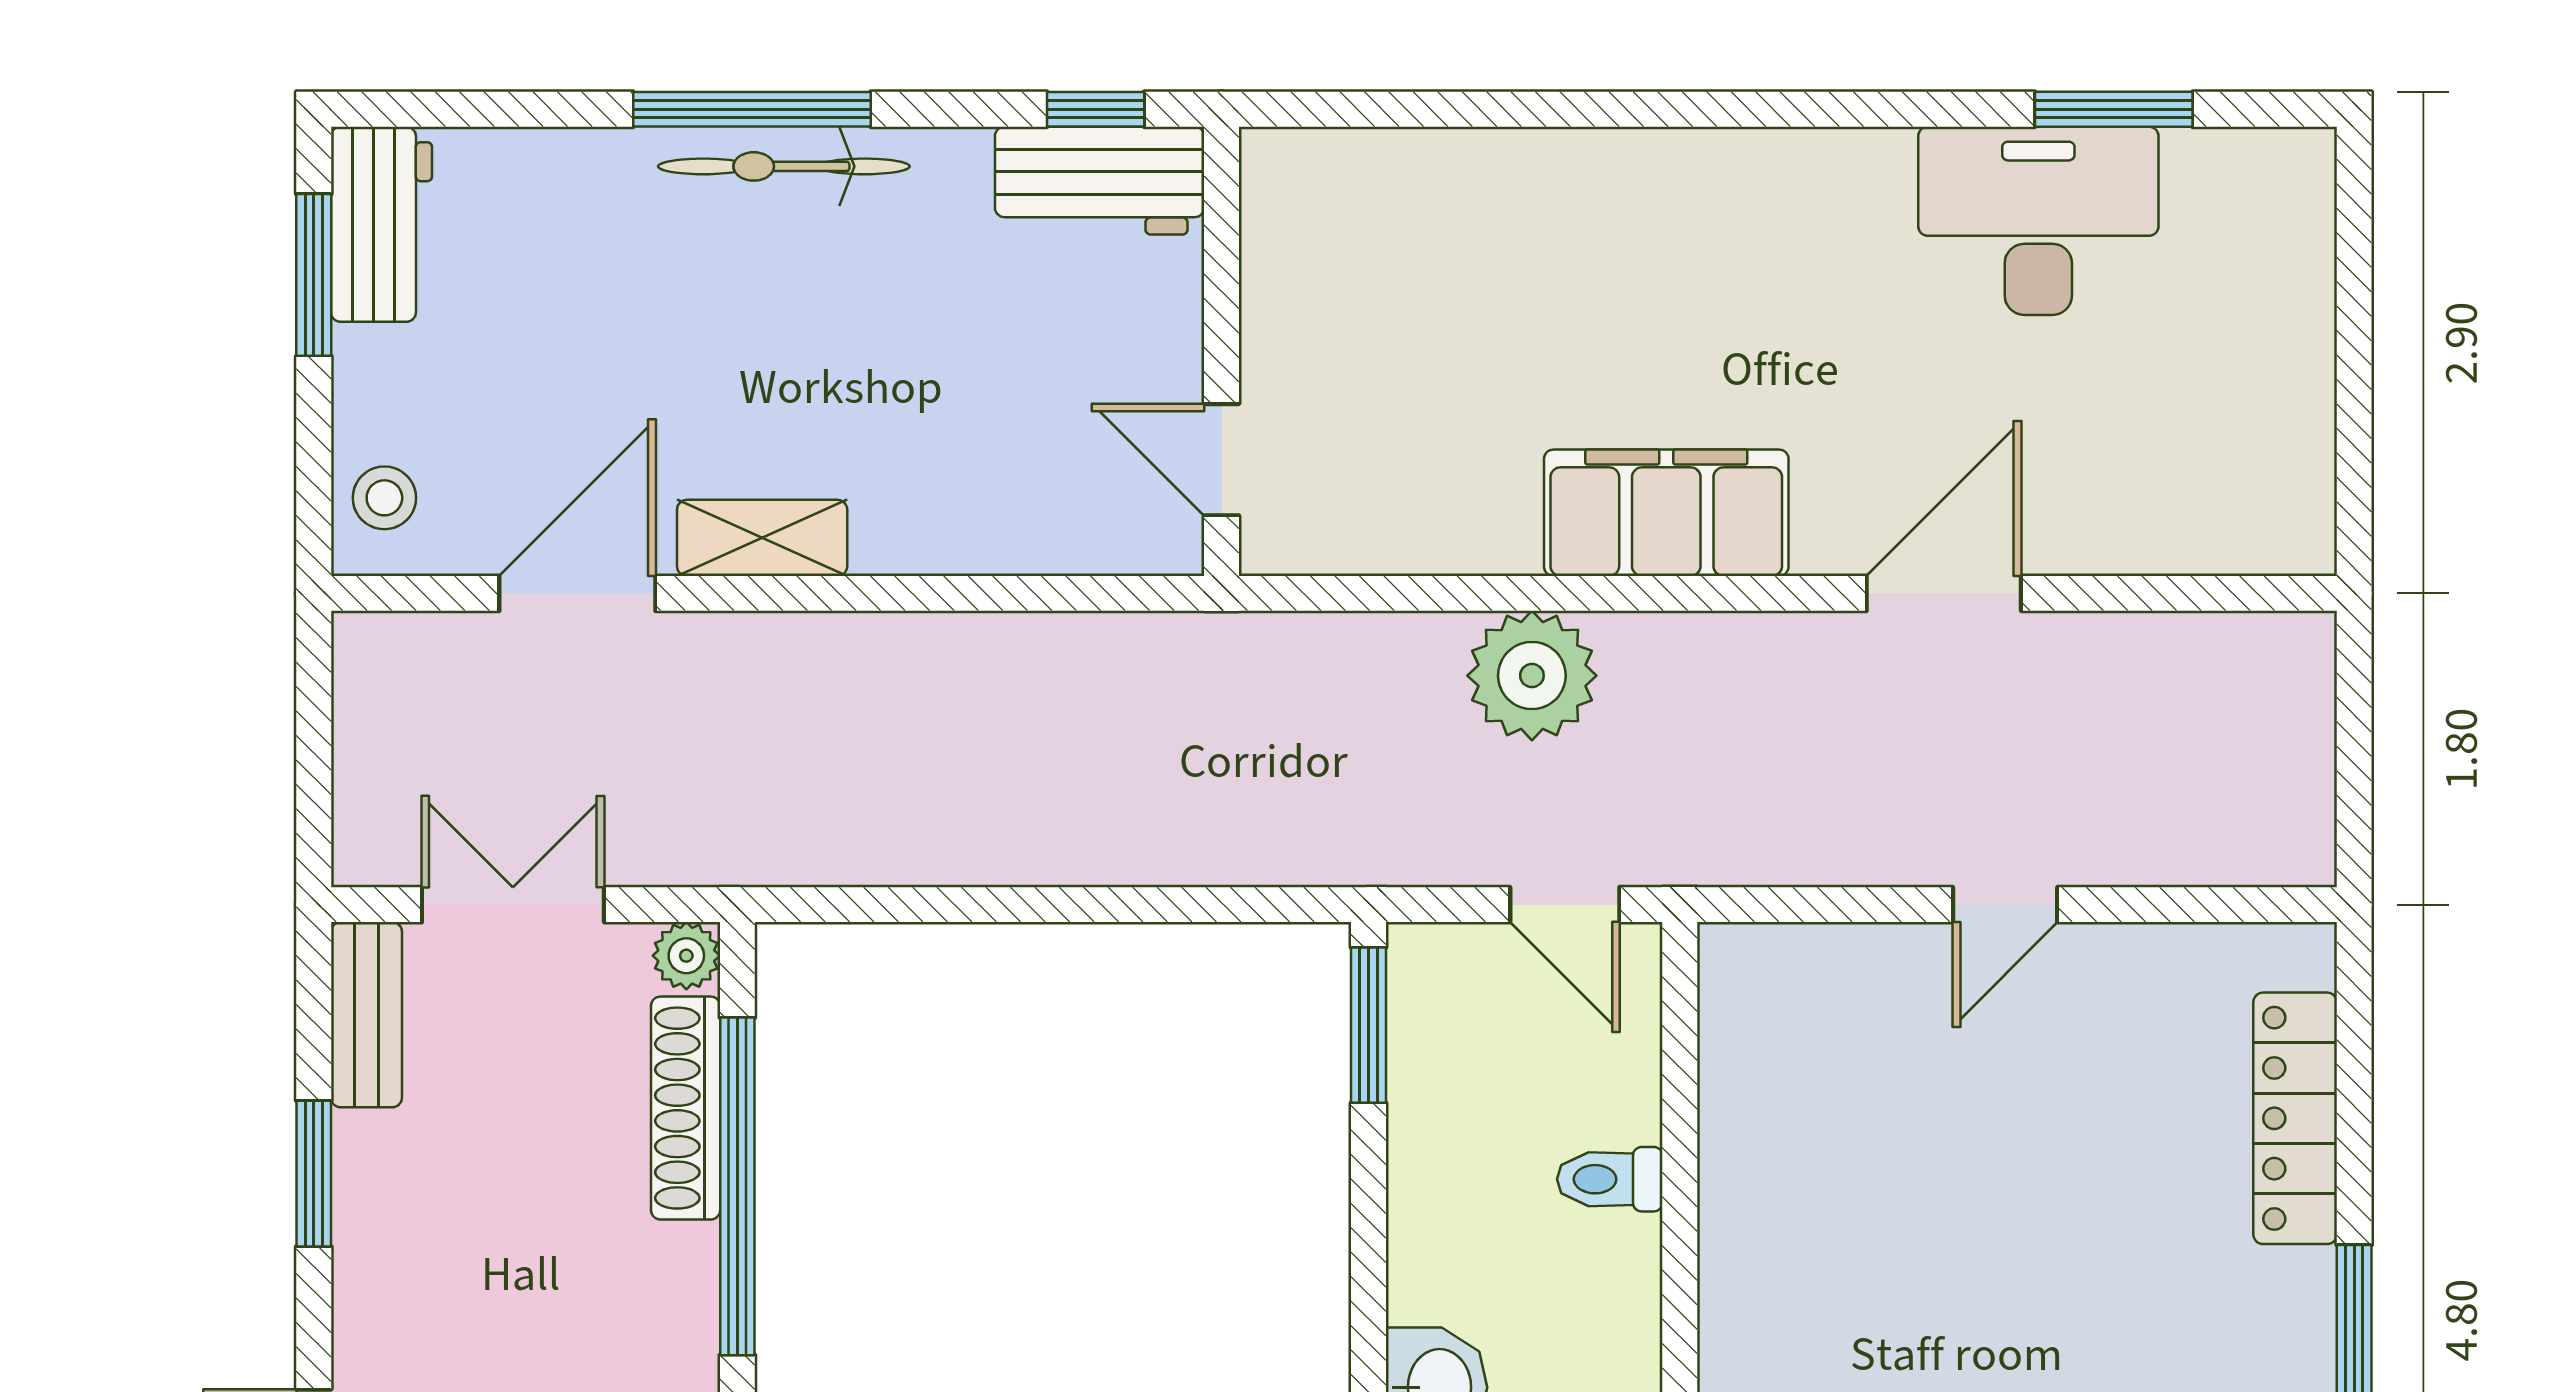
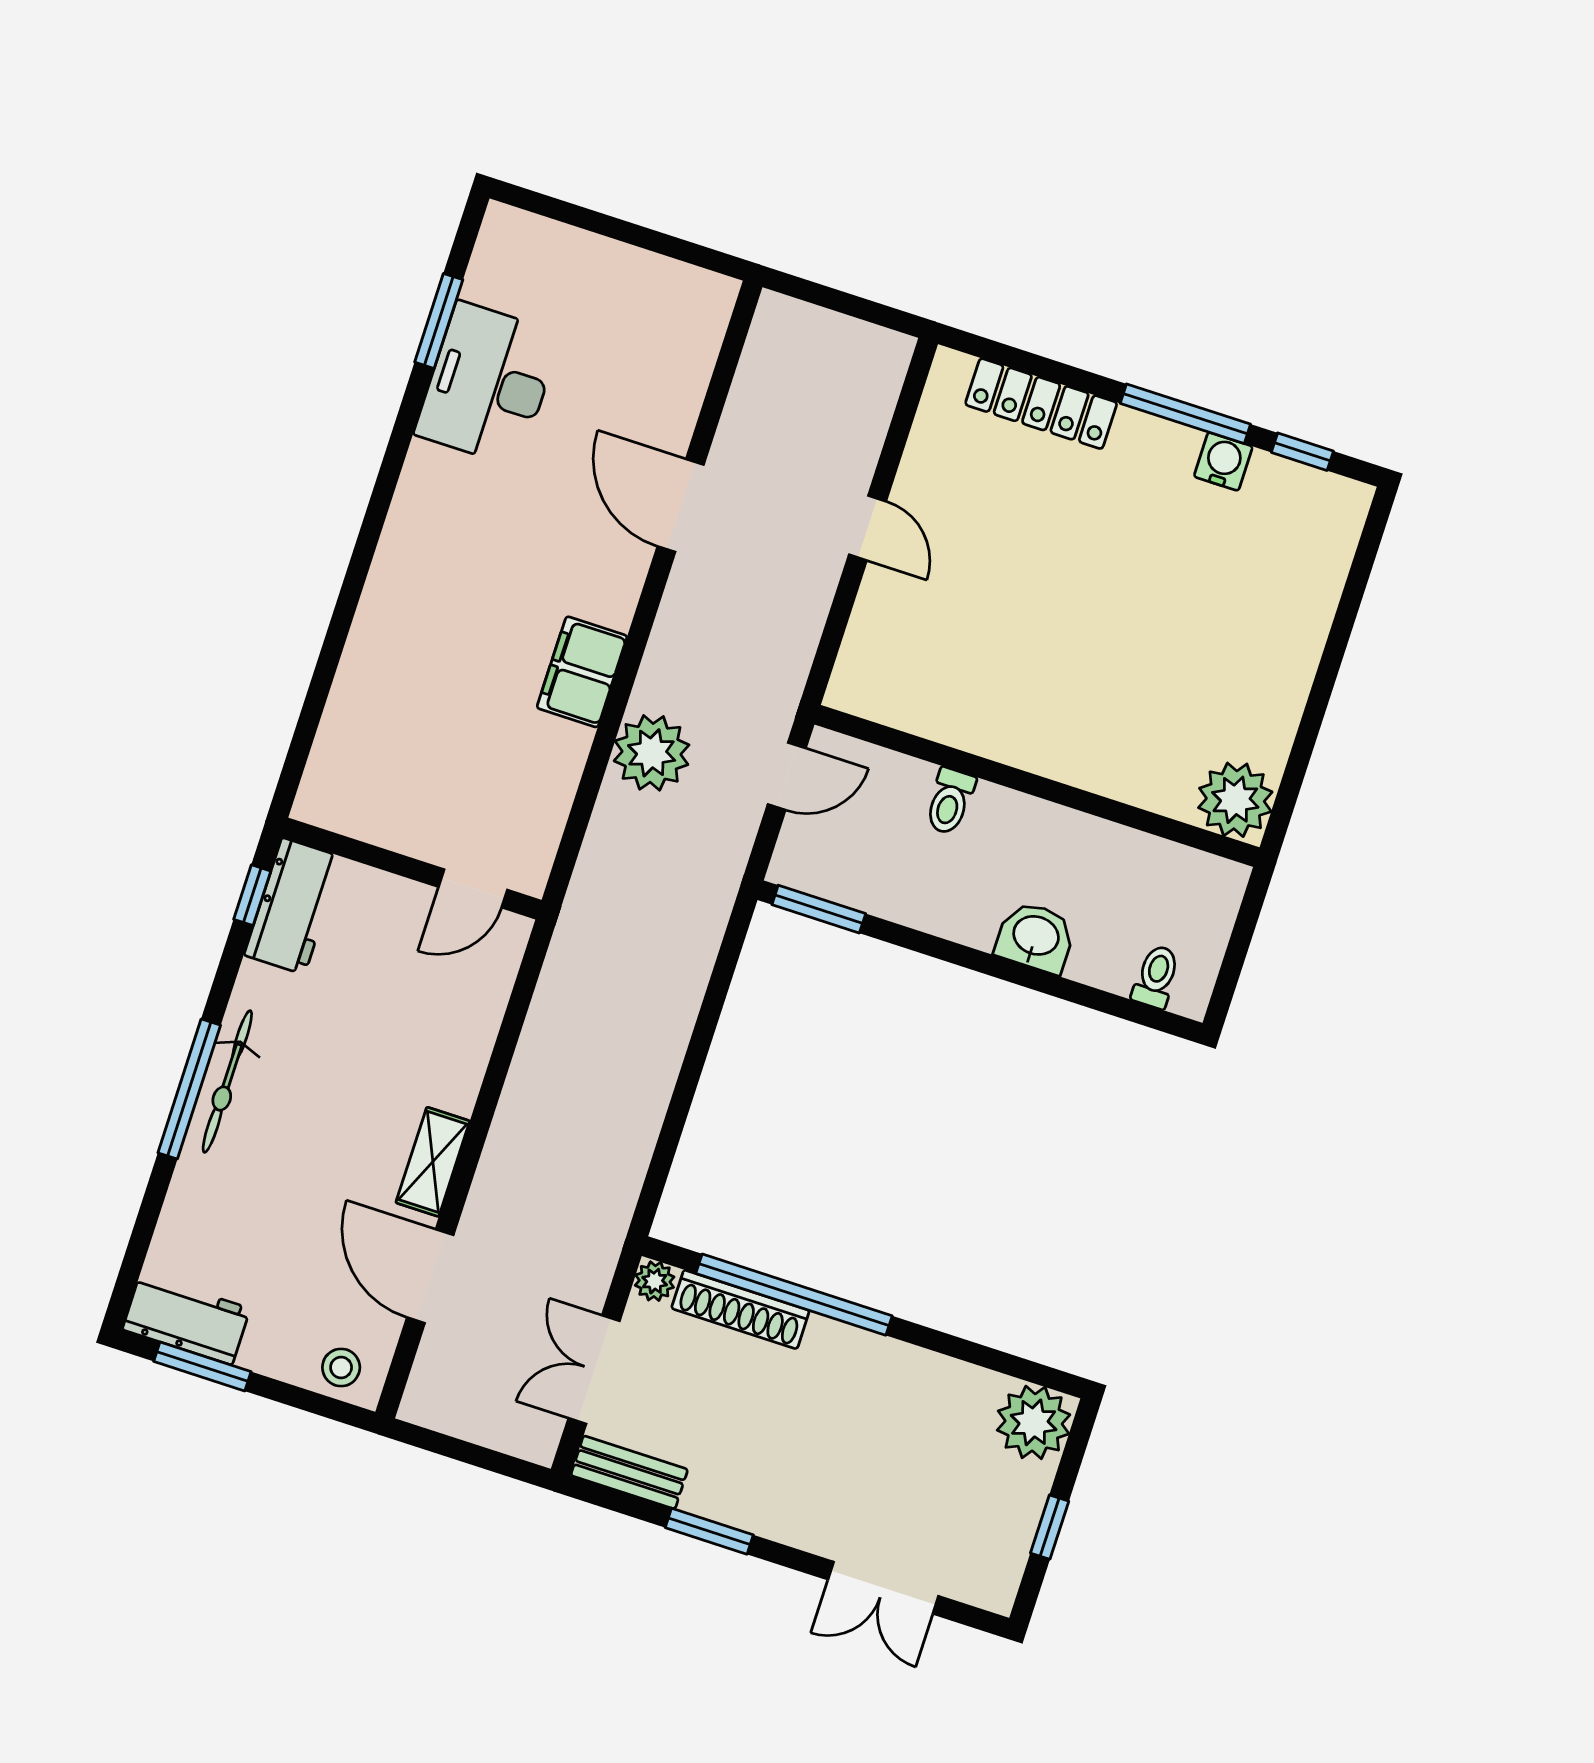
filing cabinet: (1666, 513) -> (582, 672), width x0.67, depth x0.86

